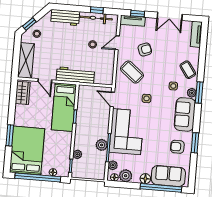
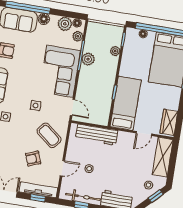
tv unit: (133, 21) -> (38, 190), width x1.41
workbench: (75, 75) -> (97, 135), moved
door: (45, 81) -> (144, 134), swing flipped

